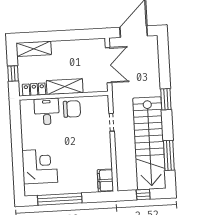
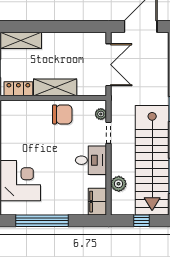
plant: (104, 107) -> (101, 114), added
desk: (47, 111) -> (91, 160), moved, turned 90
plant: (122, 165) -> (119, 184), added

